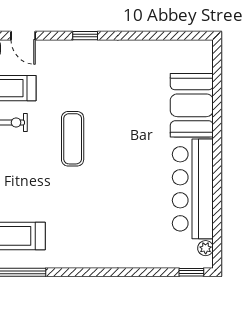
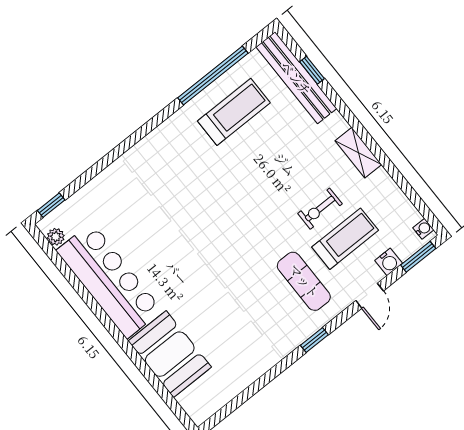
door: (23, 36) -> (370, 296), swing flipped
exercise mat: (73, 139) -> (304, 281), moved

